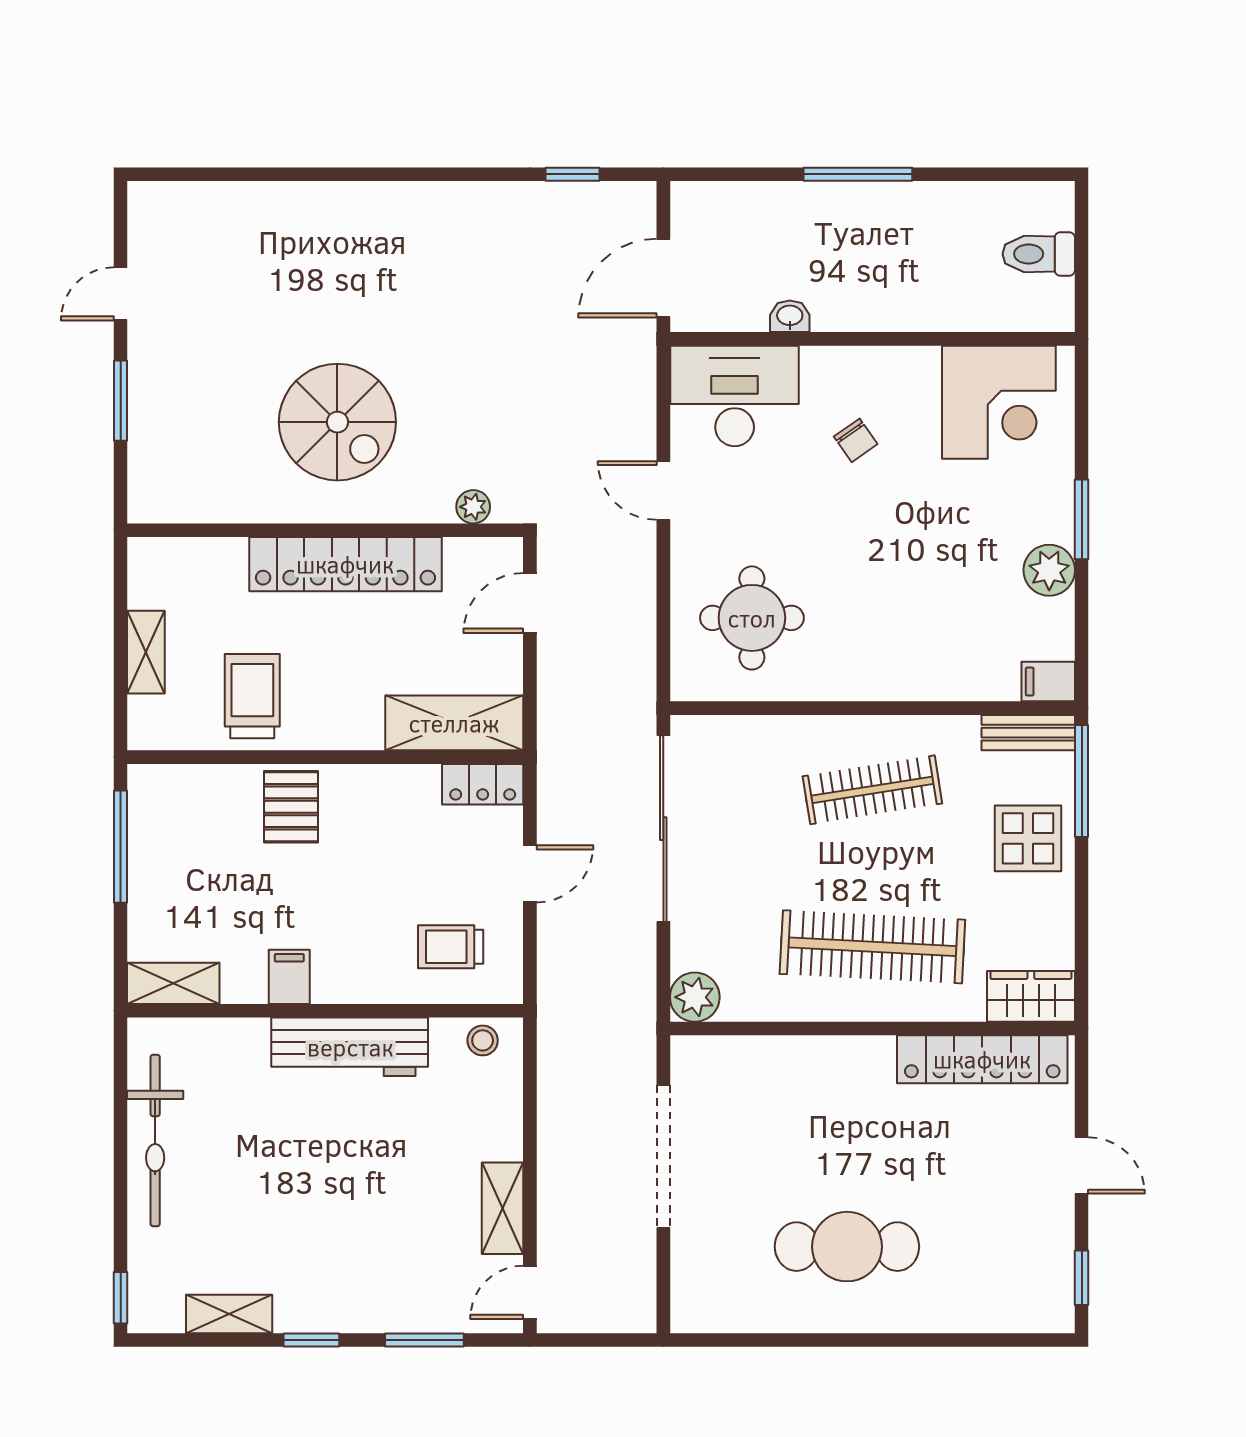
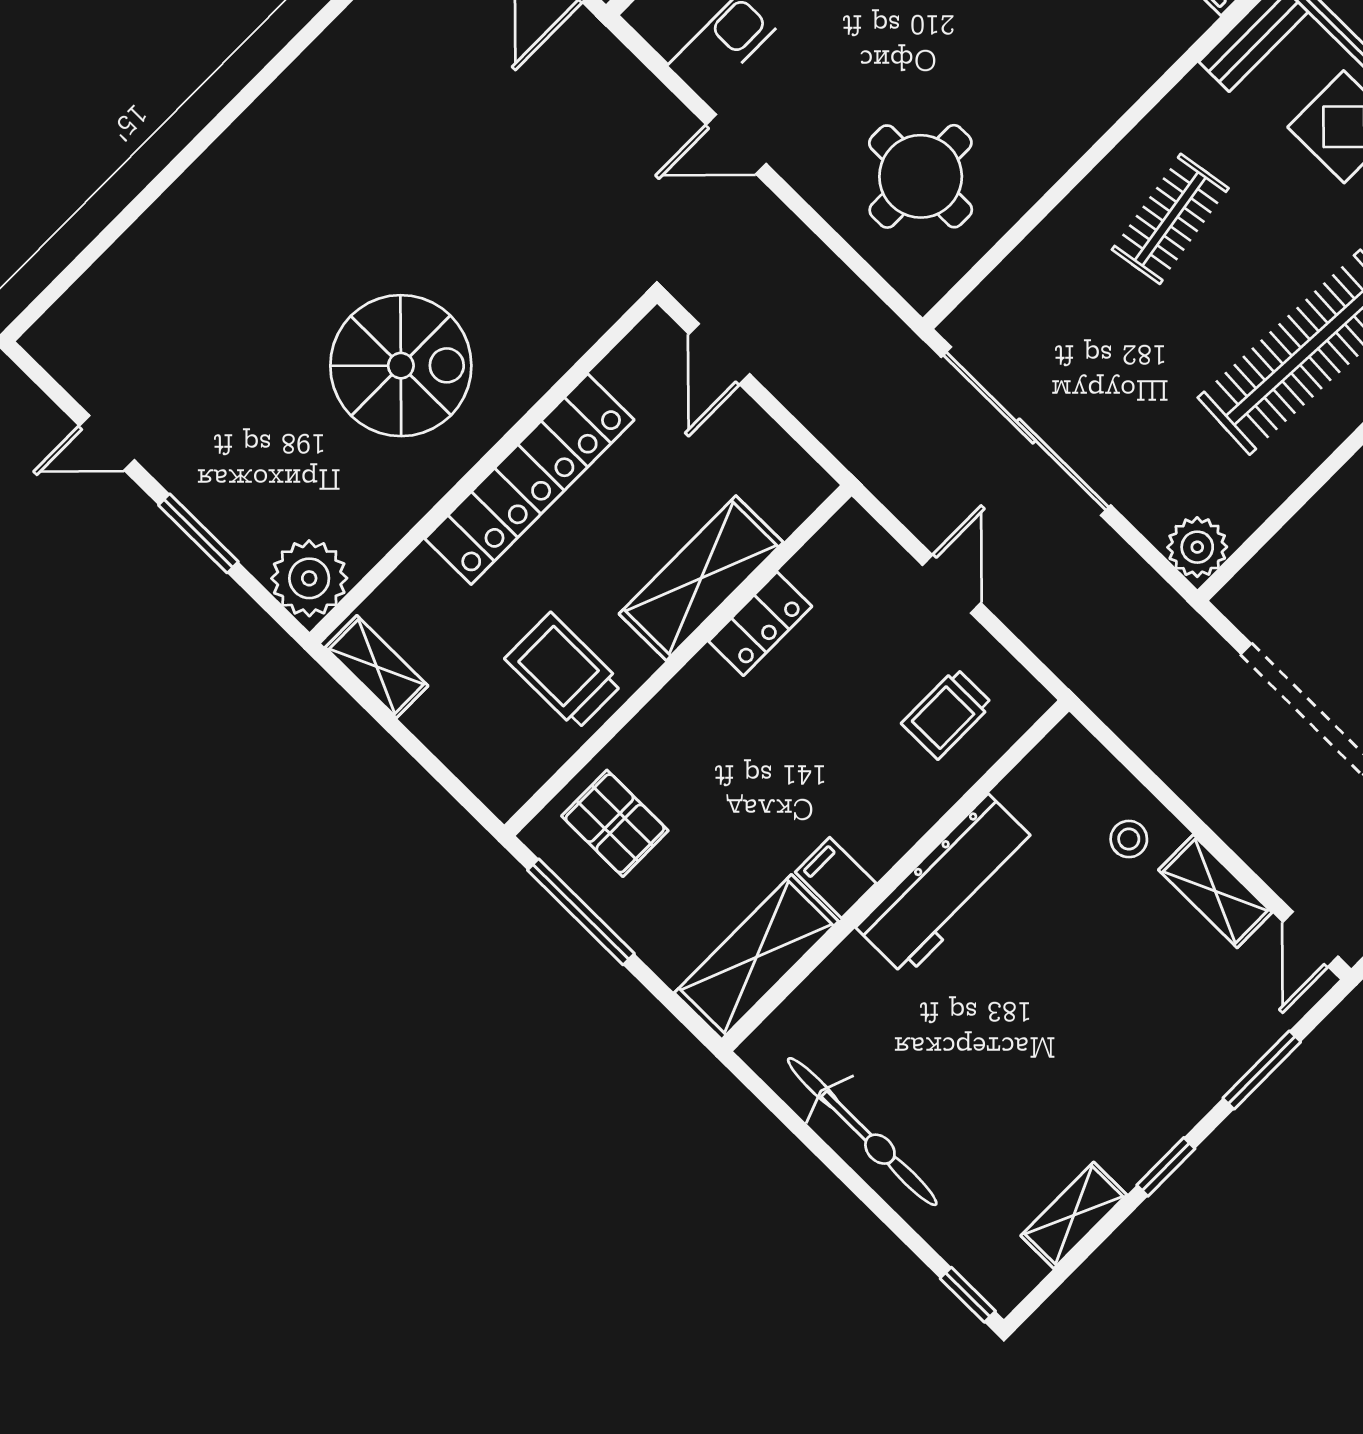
door: (121, 294) -> (107, 443), hinge flipped
plant: (473, 507) -> (309, 578), moved, width x1.87, depth x1.87
shelving: (146, 652) -> (377, 667), moved
shelving: (454, 723) -> (701, 578), moved
locker: (483, 784) -> (760, 624), moved
clothes rail: (872, 790) -> (1170, 219), width x0.73
pallet: (291, 807) -> (615, 823), moved
shelving: (173, 983) -> (756, 957), width x1.50, depth x1.33
stool: (483, 1040) -> (1129, 839), moved

